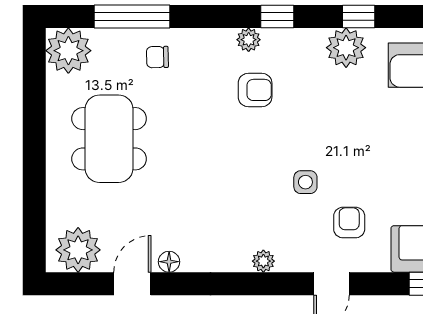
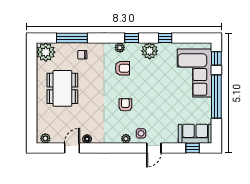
plant: (346, 48) -> (150, 51), moved
side table: (305, 182) -> (141, 133), moved
armchair: (349, 223) -> (125, 105), moved
plant: (78, 250) -> (45, 138), width x0.53, depth x0.53

